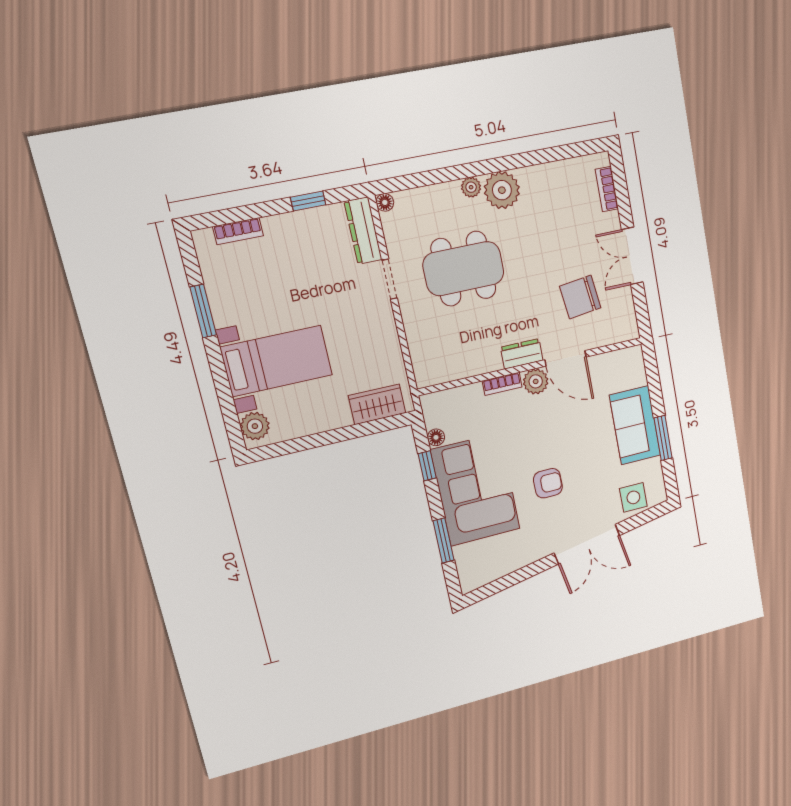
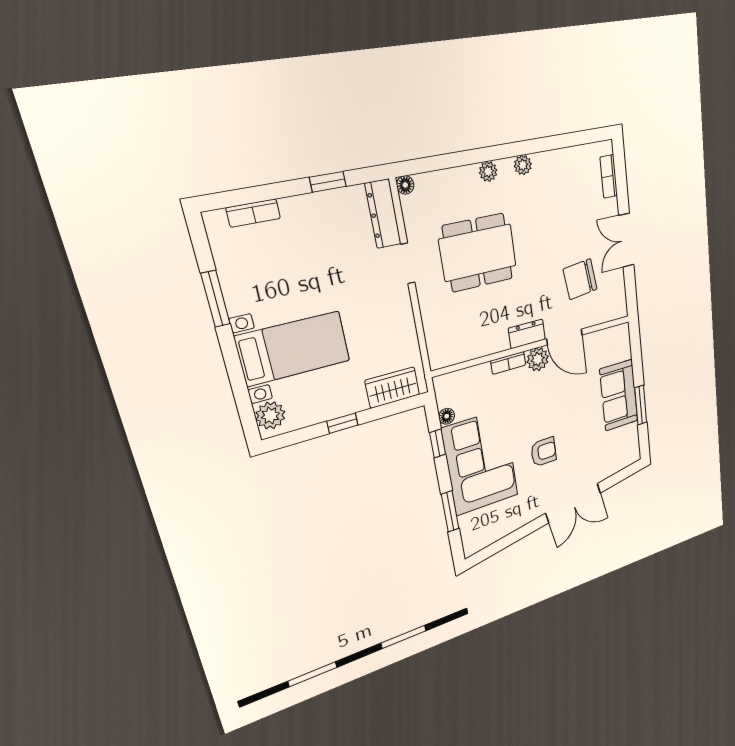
plant: (502, 190) -> (523, 165), width x0.53, depth x0.53
window: (326, 438) -> (342, 423), added
side table: (633, 497) -> (613, 459), removed

